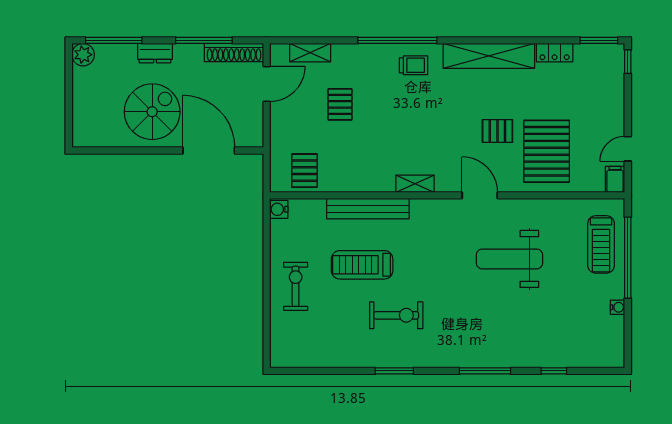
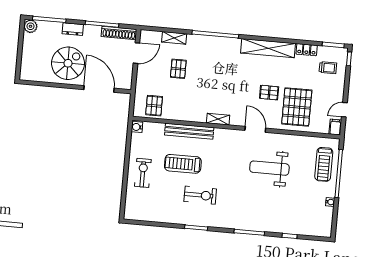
shelving: (310, 53) -> (174, 38), moved
trolley: (414, 65) -> (328, 68), moved

